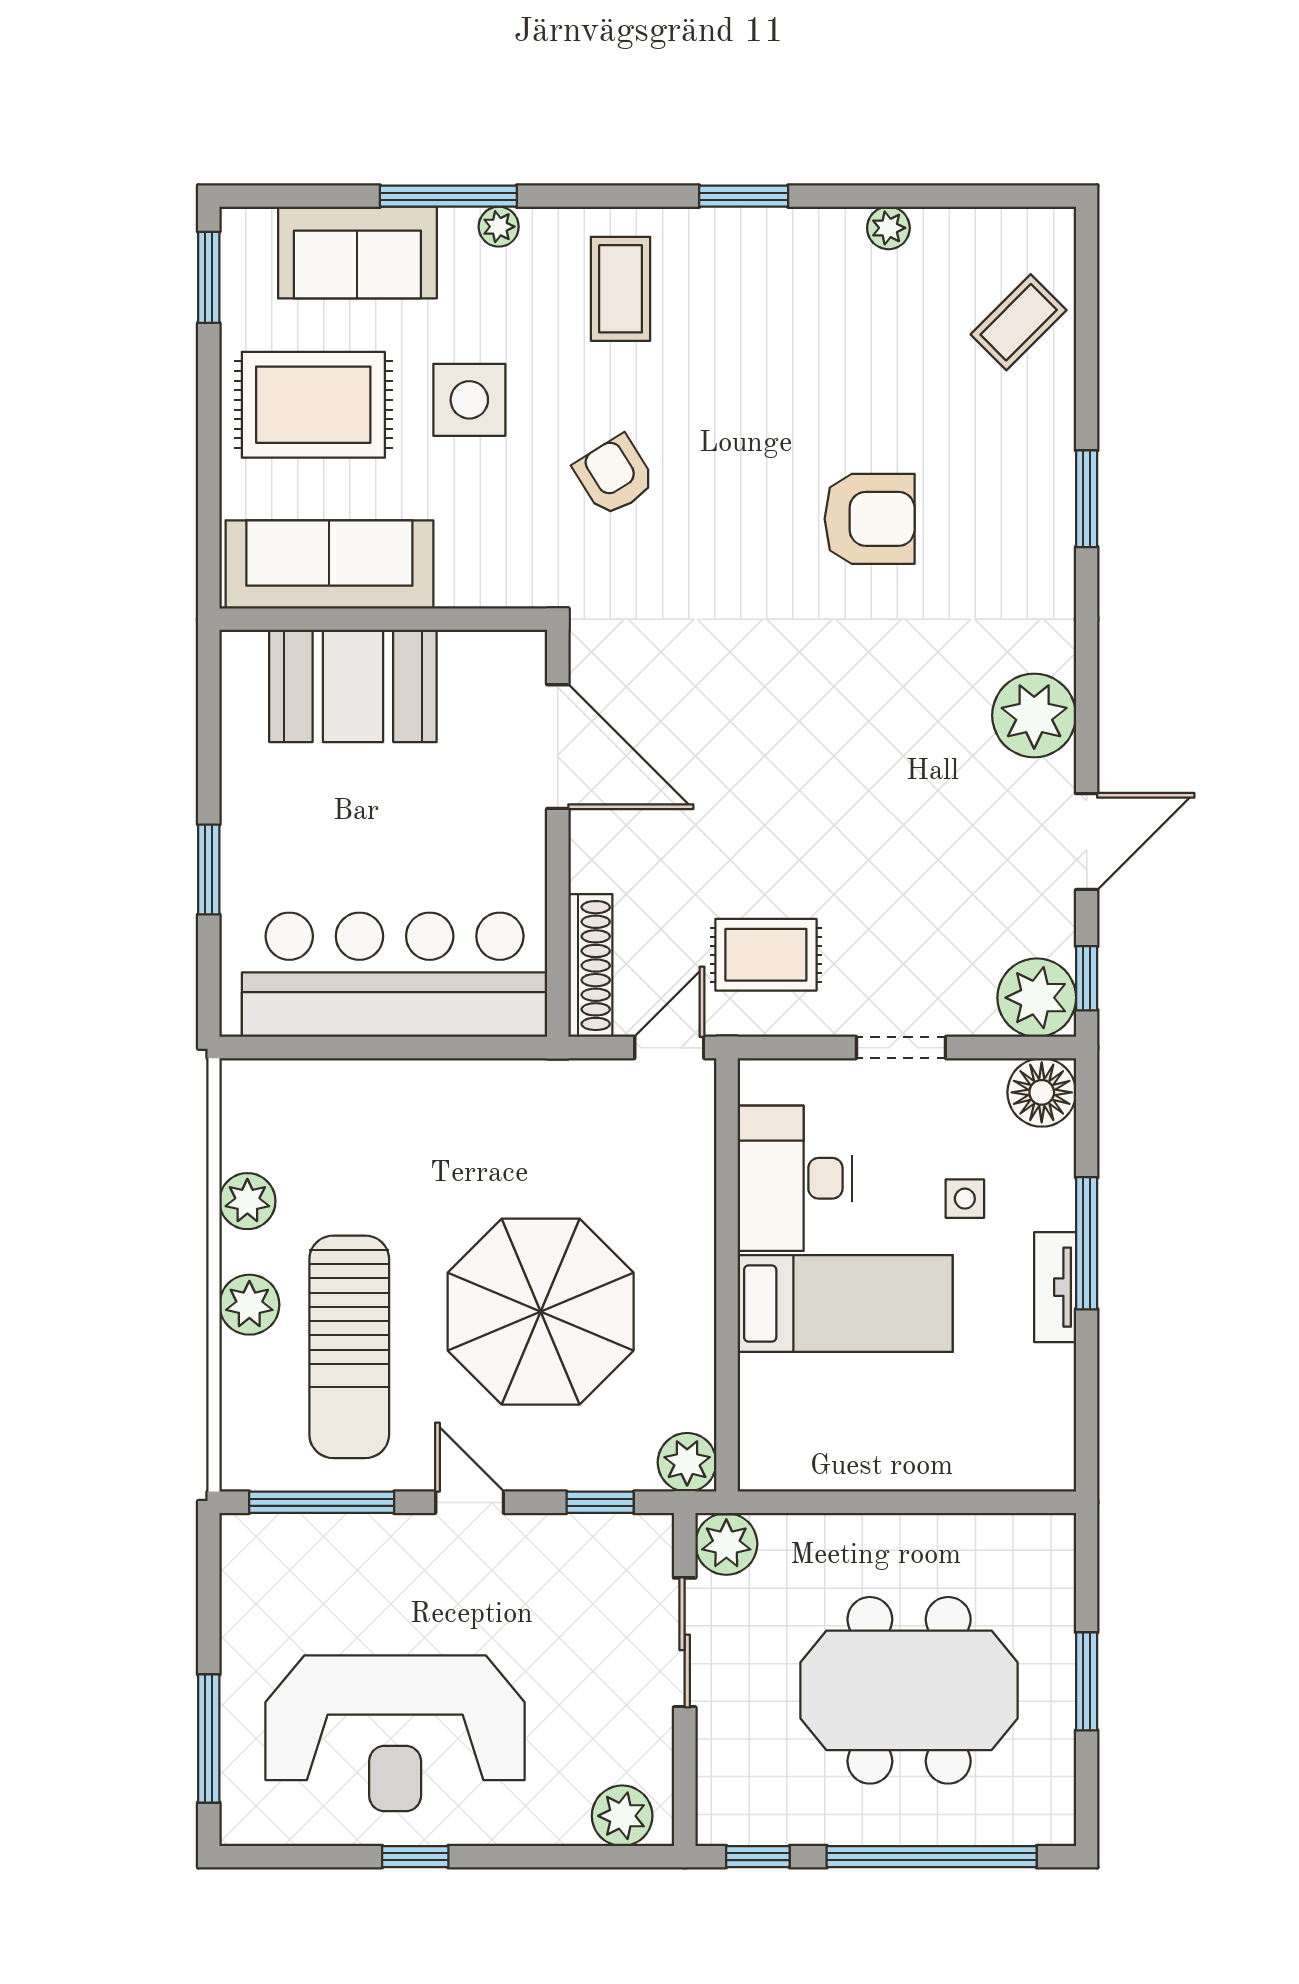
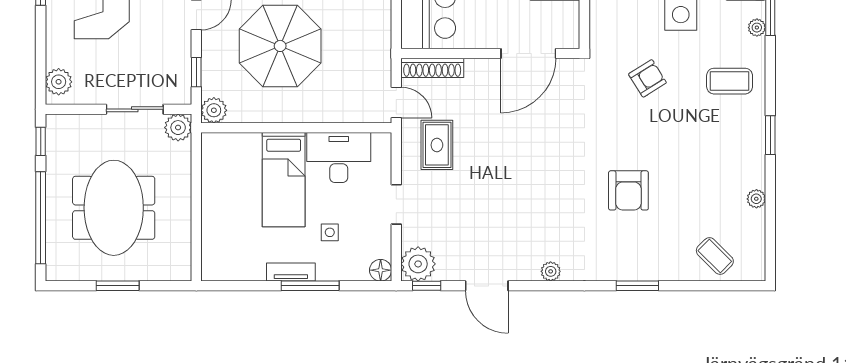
plant: (1034, 715) -> (551, 271), width x0.53, depth x0.53
floor lamp: (1042, 1092) -> (381, 270), width x0.73, depth x0.73

